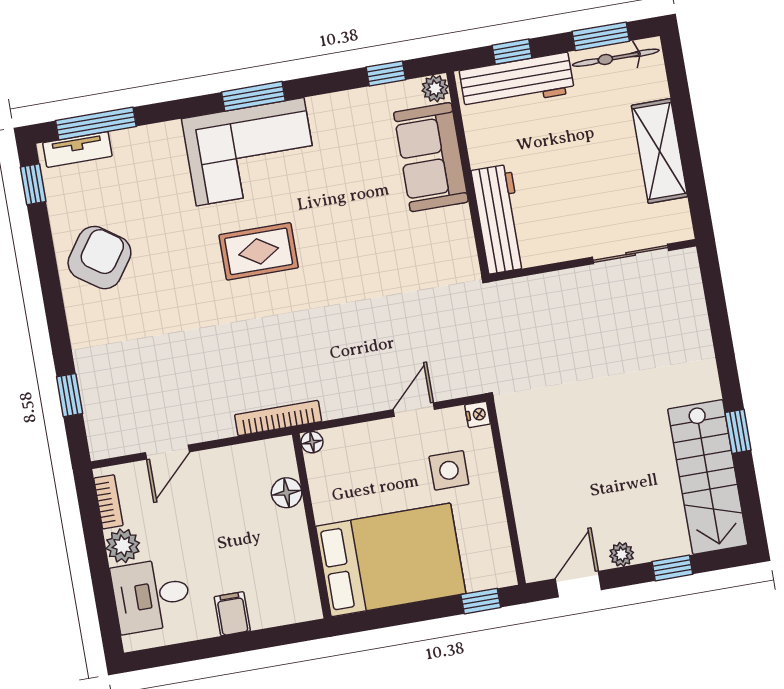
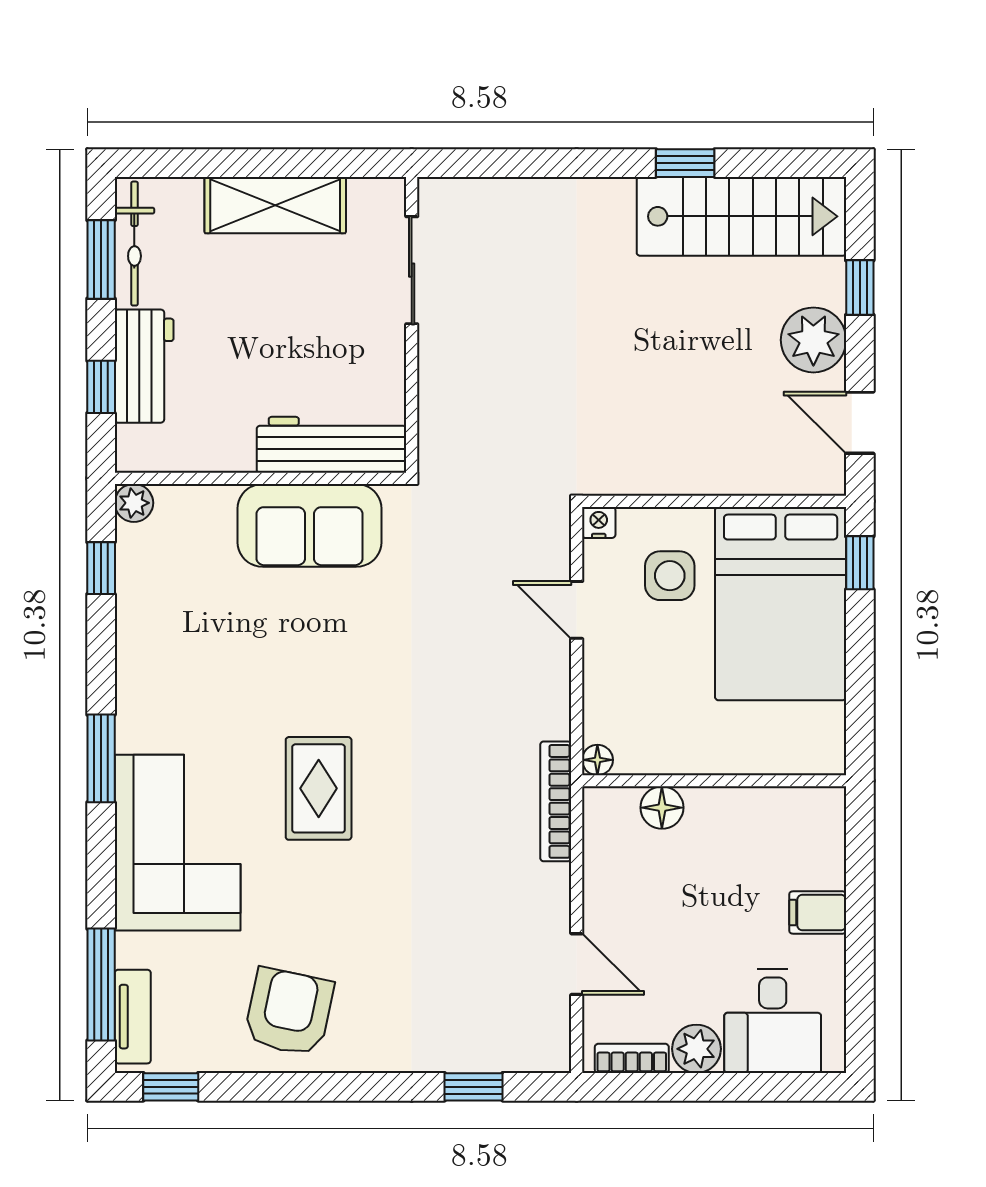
workbench: (517, 82) -> (144, 366), width x0.73
corner sofa: (250, 152) -> (178, 843), moved
sofa: (431, 157) -> (310, 525), moved
armchair: (99, 258) -> (289, 1012), turned 67
plant: (622, 554) -> (813, 340), width x1.88, depth x1.88
bed: (391, 560) -> (781, 604), moved, turned 180

